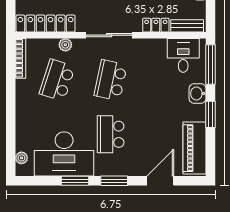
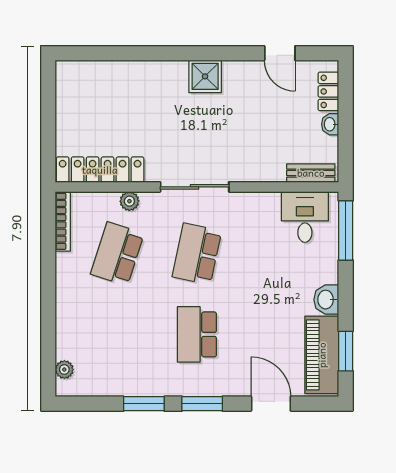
locker: (156, 25) -> (264, 172), removed
washbasin: (198, 94) -> (326, 300), moved
window: (211, 114) -> (346, 351), moved
desk: (64, 154) -> (128, 364), removed
door: (160, 181) -> (271, 404), hinge flipped

